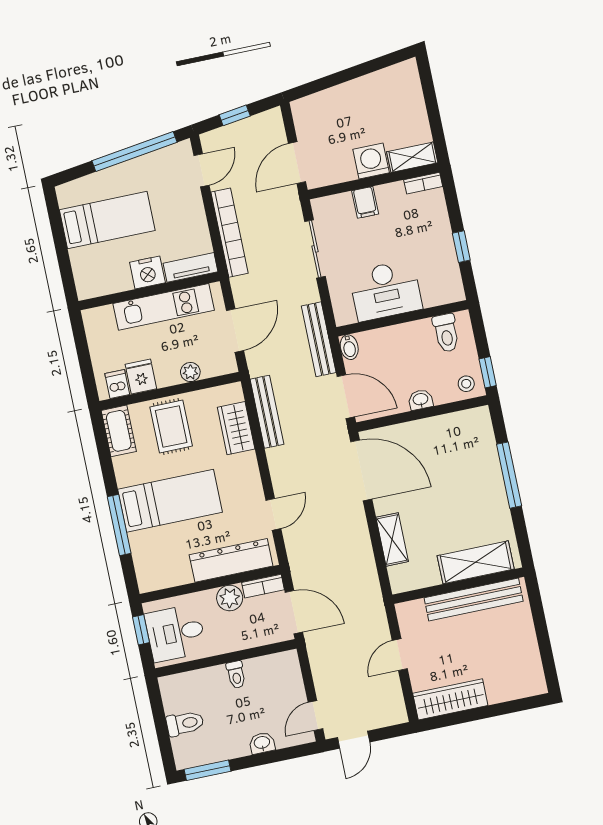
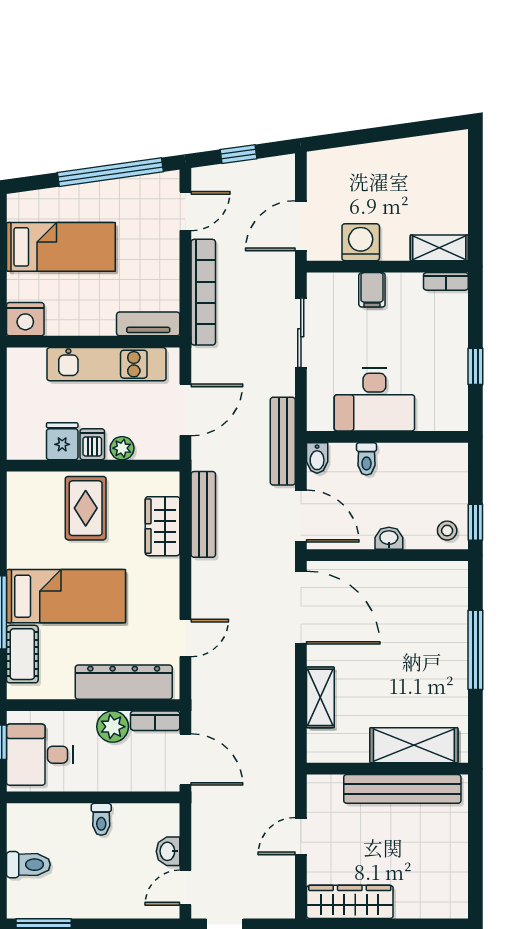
washing machine: (371, 161) -> (361, 242), moved
nightstand: (147, 272) -> (25, 319), moved
toilet: (446, 333) -> (367, 459), moved, width x0.73, depth x0.72
dishwasher: (117, 384) -> (92, 444), moved
cot: (119, 431) -> (22, 654), moved
washbasin: (262, 743) -> (168, 851), moved, turned -90

